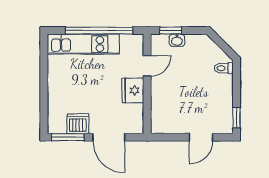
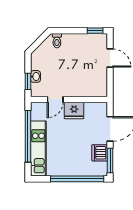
door: (147, 66) -> (55, 99), swing flipped
window: (44, 94) -> (77, 179), added

